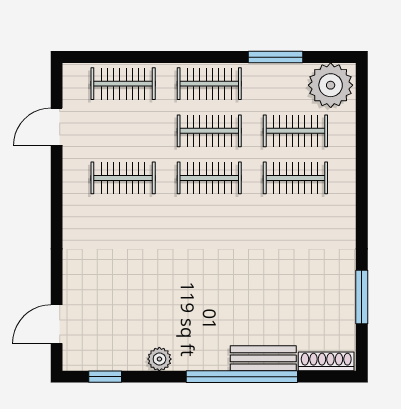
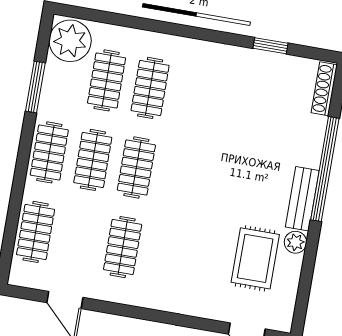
window: (362, 297) -> (270, 46), width x0.67
rug: (135, 320) -> (255, 258), added
bench: (263, 358) -> (302, 199), moved
window: (105, 377) -> (303, 295), removed

